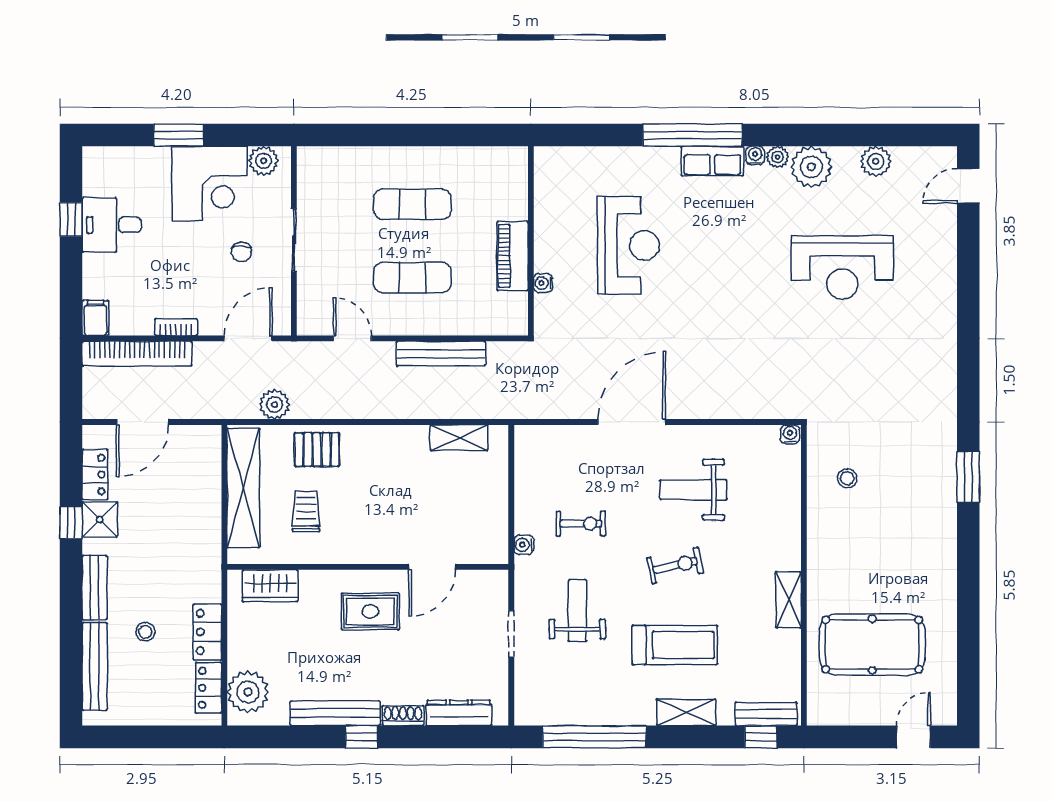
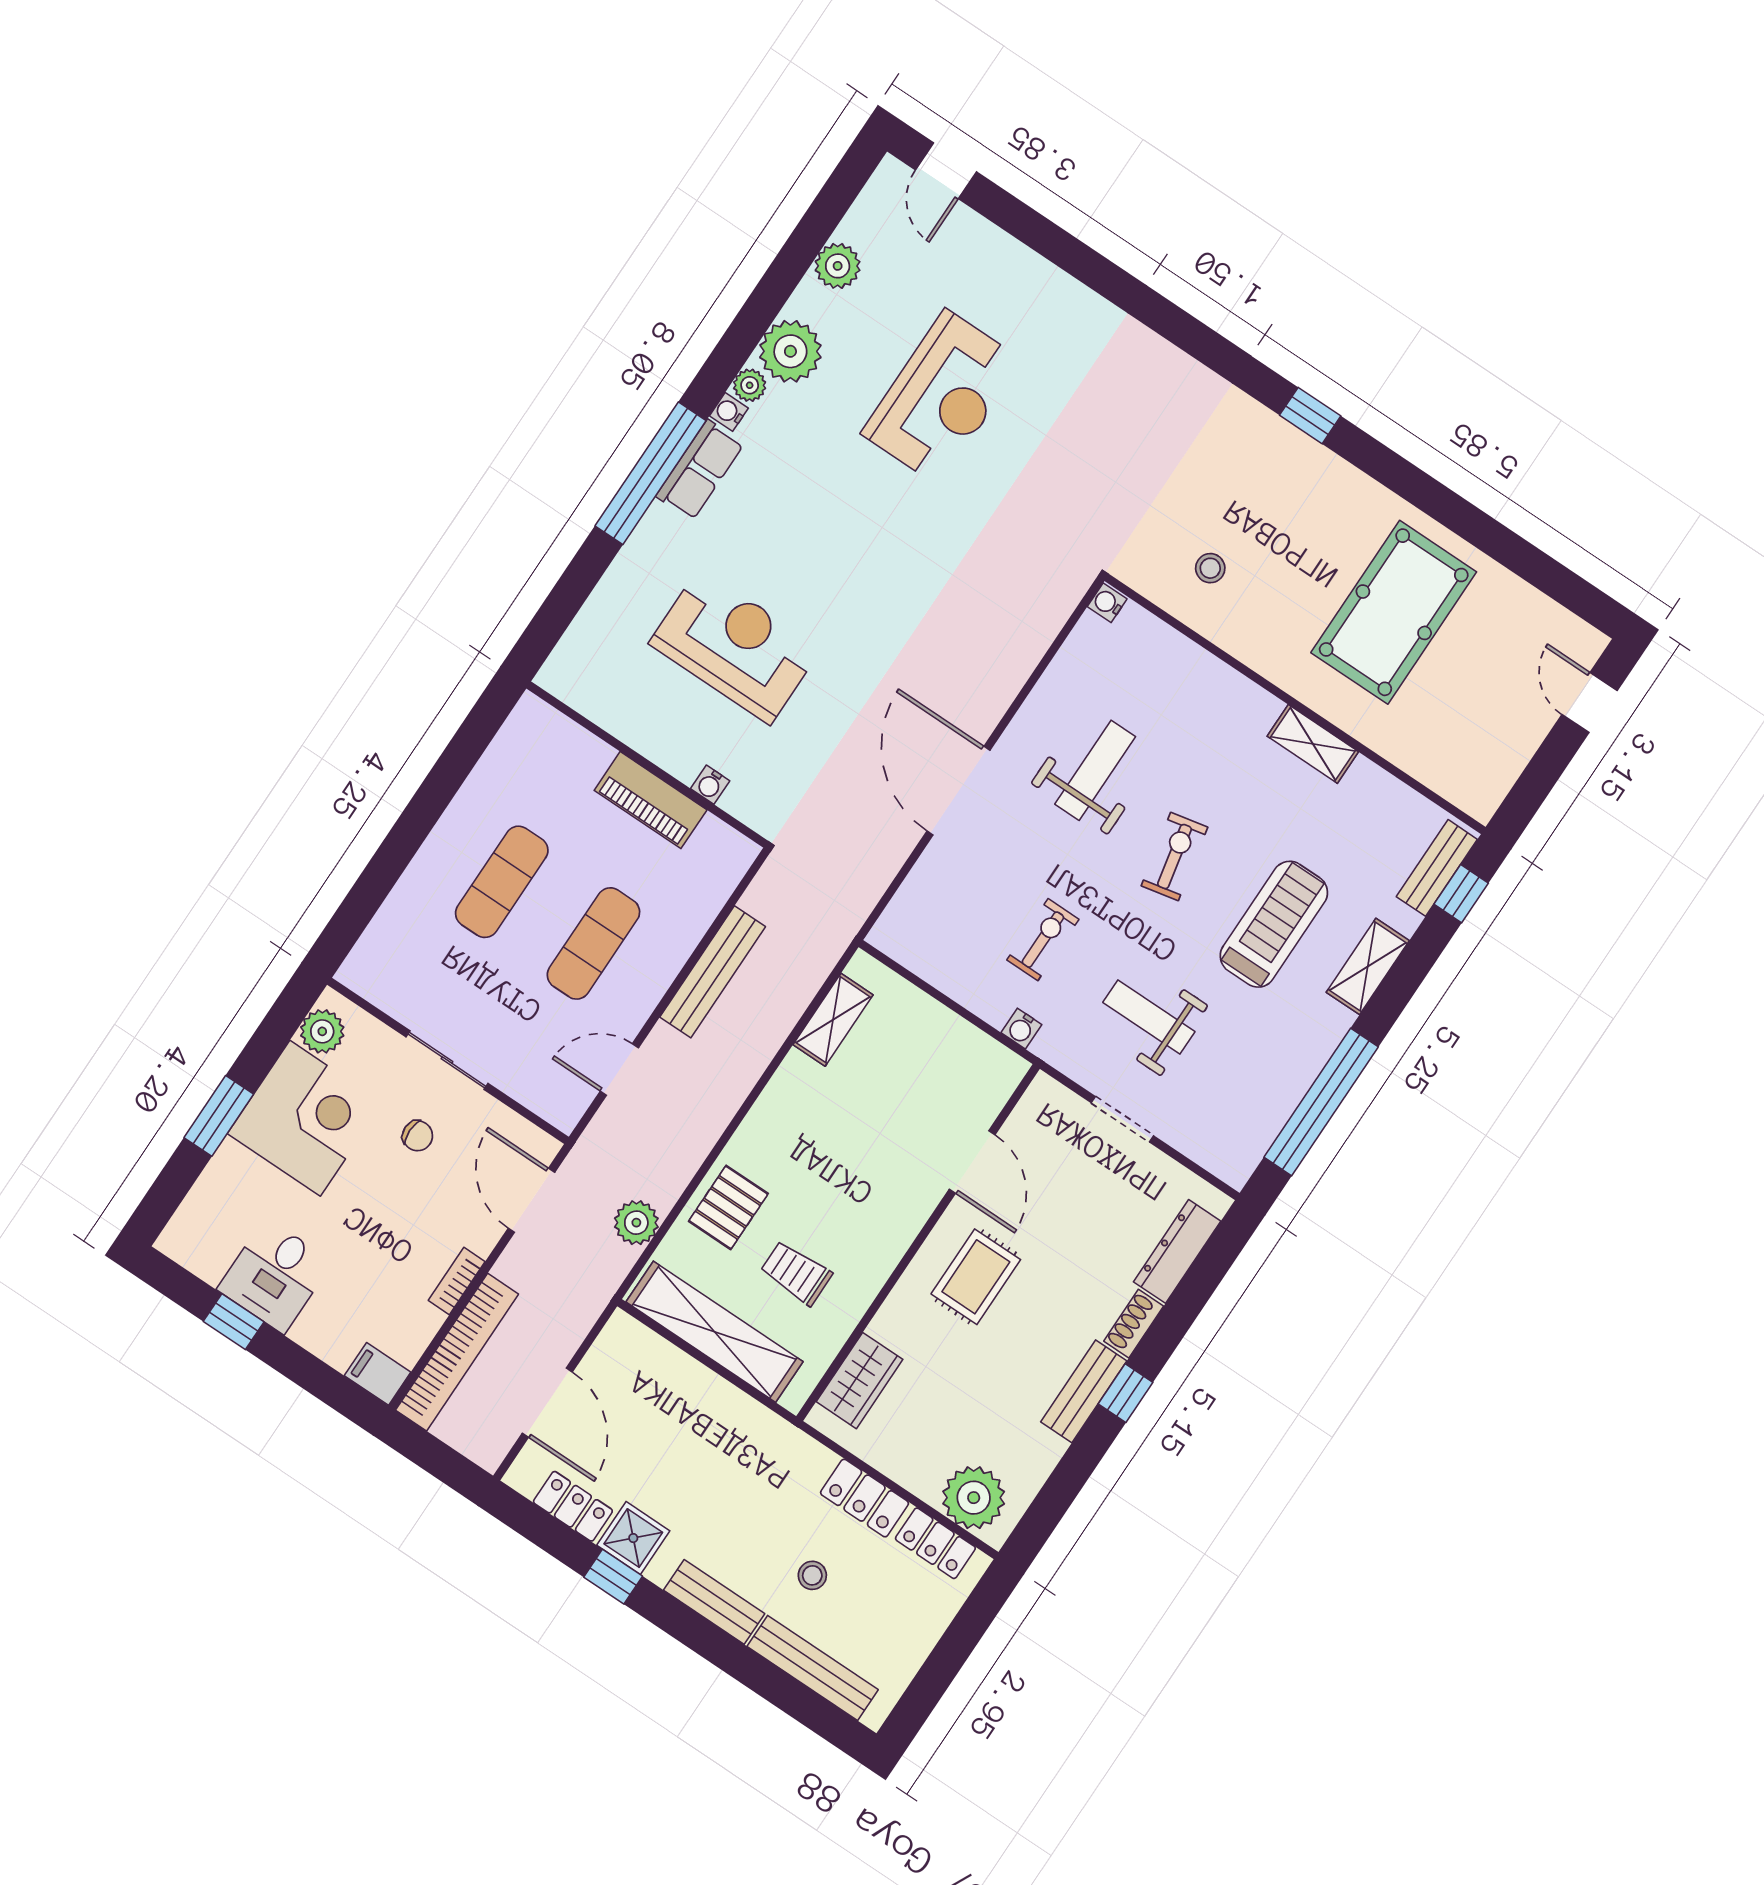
window: (968, 477) -> (1310, 416), width x0.67
weight bench: (693, 490) -> (1095, 770), turned 180
pool table: (872, 645) -> (1394, 612), moved
bench: (335, 713) -> (1084, 1391), width x0.73

